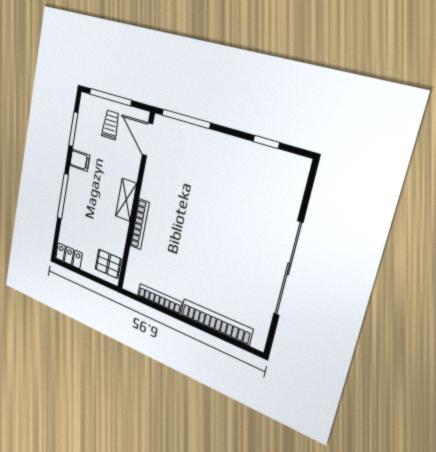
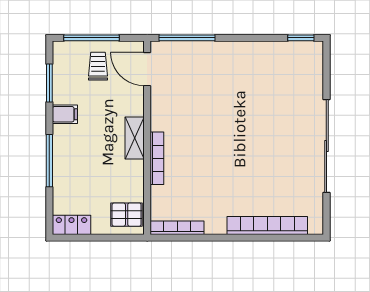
window: (266, 142) -> (301, 38), moved
bookcase: (160, 299) -> (177, 228), moved

